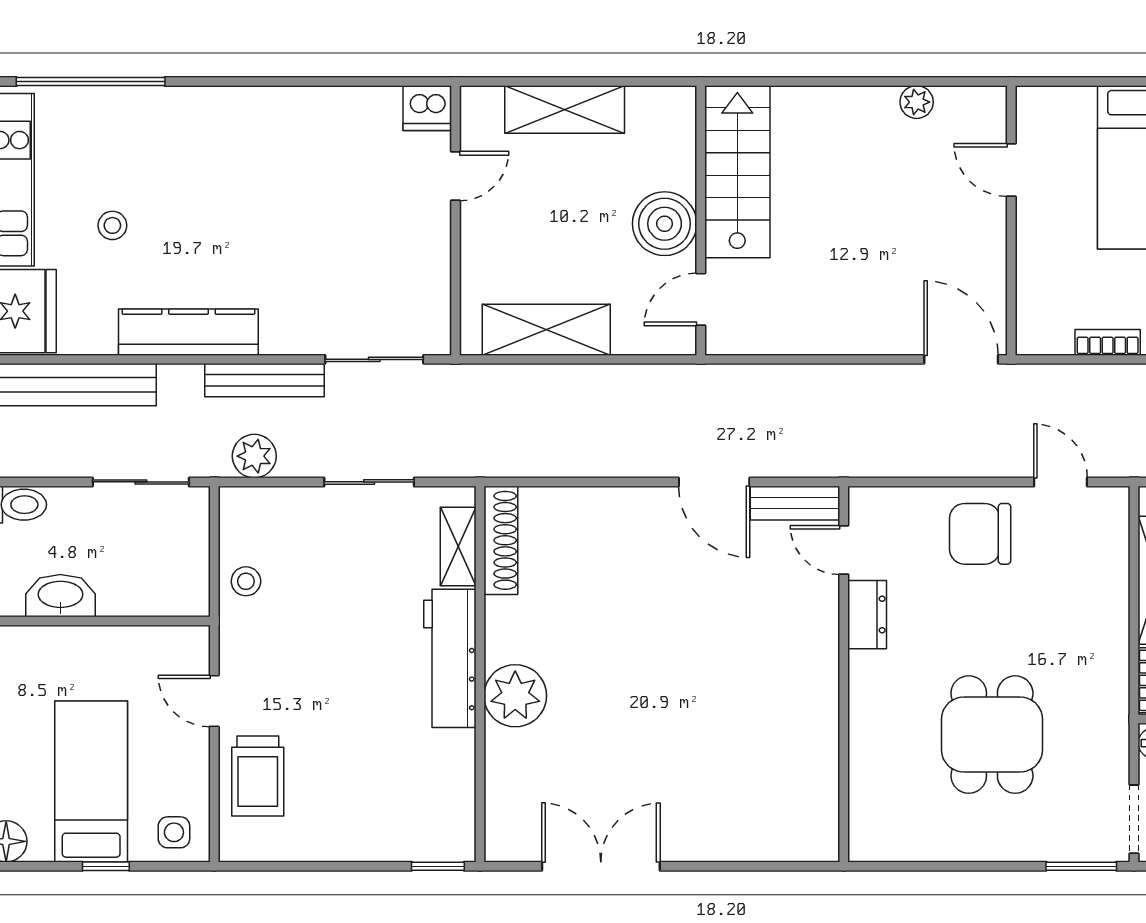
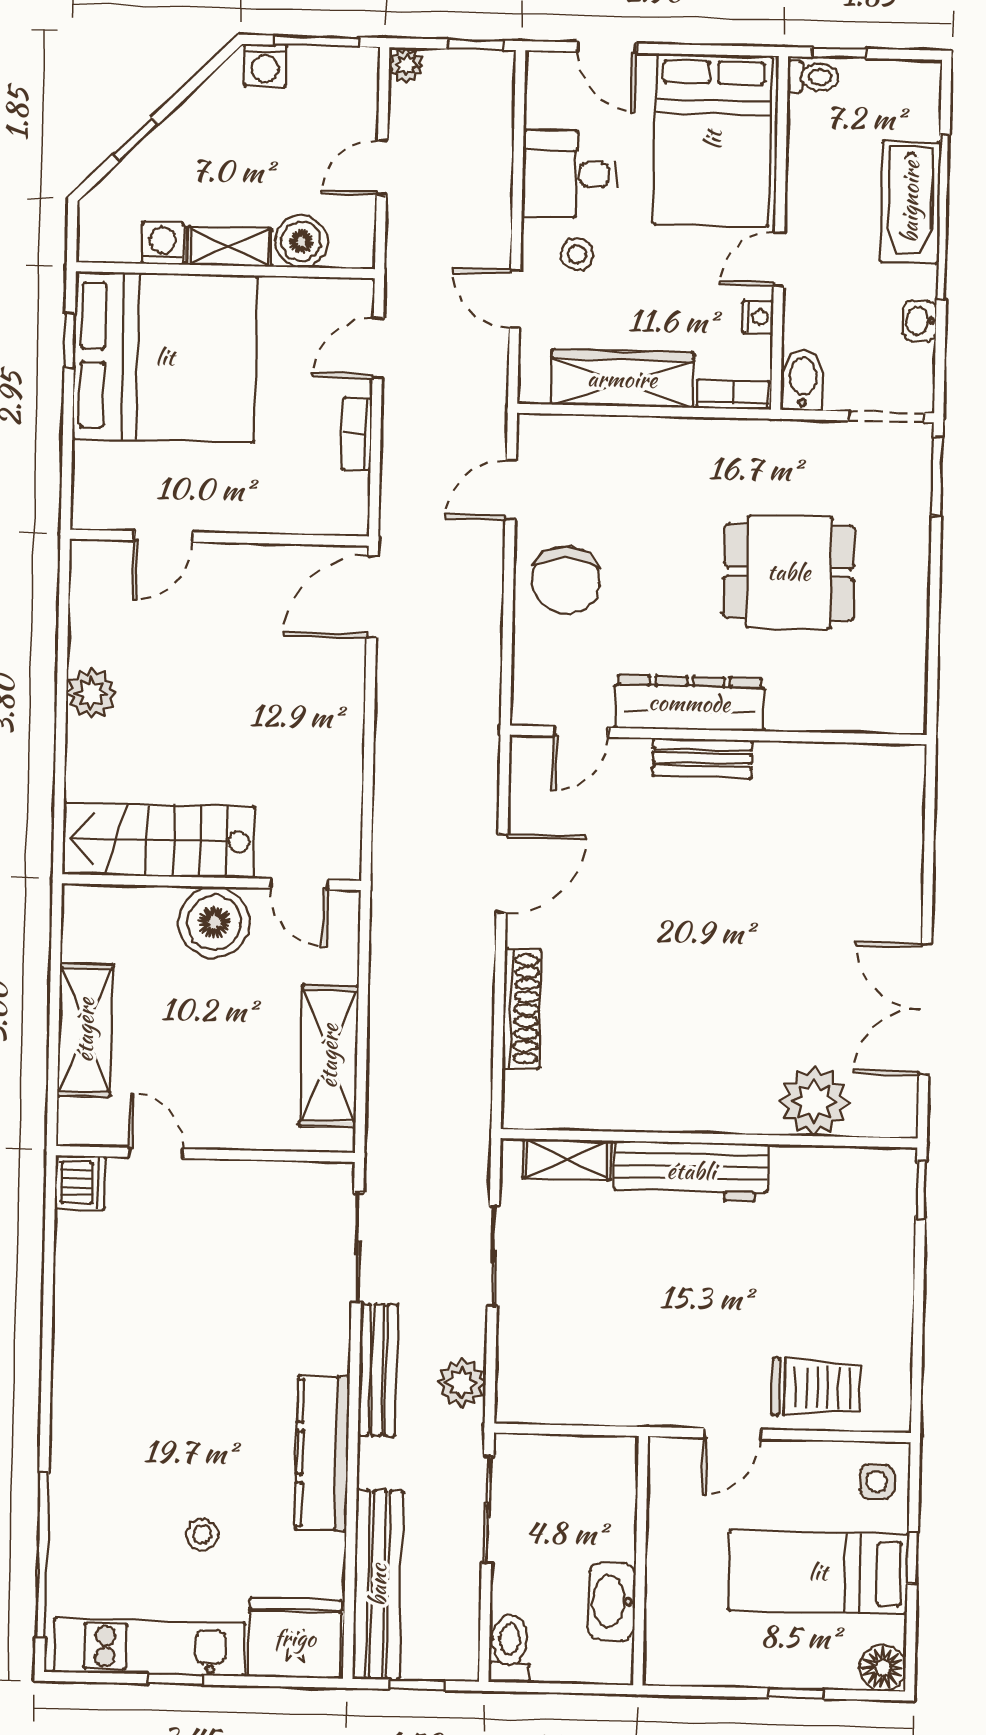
plant: (917, 102) -> (91, 693), moved, width x1.38, depth x1.38
bench: (795, 503) -> (702, 758), moved, turned 90
shoe rack: (501, 540) -> (522, 1009), moved, turned 90
stool: (246, 581) -> (600, 1395), removed
dresser: (867, 615) -> (689, 703), width x1.96, depth x1.24
plant: (515, 696) -> (814, 1102), moved

